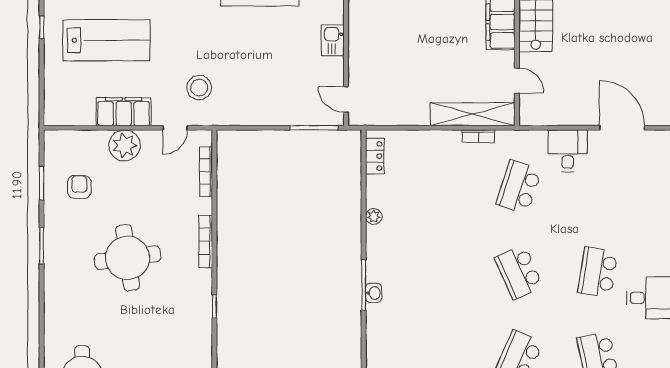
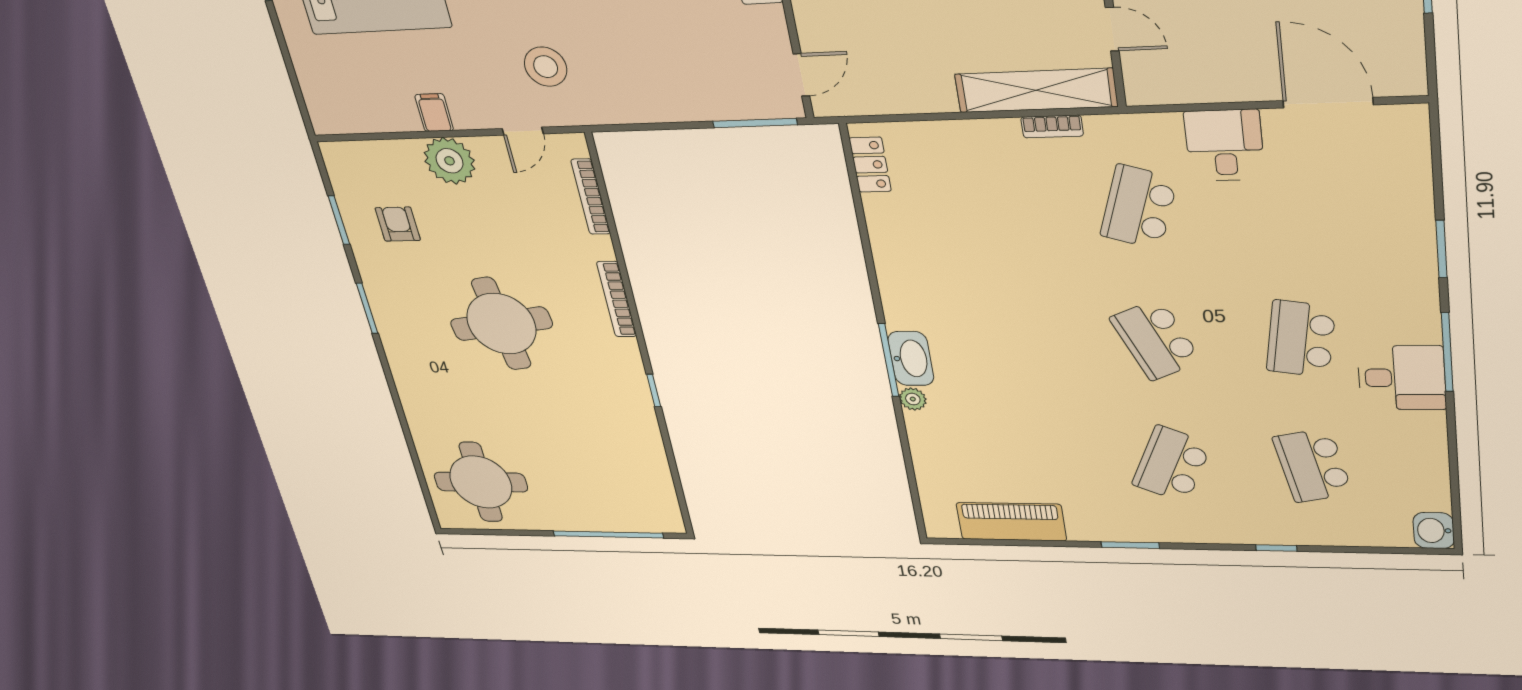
door: (346, 99) -> (801, 75), swing flipped
filing cabinet: (124, 112) -> (434, 113), width x0.33, depth x0.86
plant: (374, 216) -> (913, 399), moved
washbasin: (374, 293) -> (911, 358), width x1.91, depth x1.45

